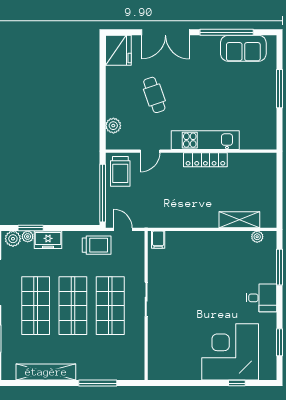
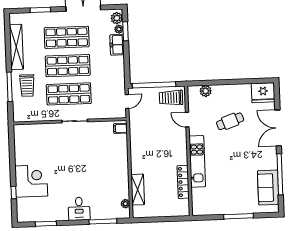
locker: (205, 160) -> (183, 182), moved
trolley: (97, 245) -> (27, 86), moved
corner desk: (230, 352) -> (31, 181), width x0.74, depth x0.74

